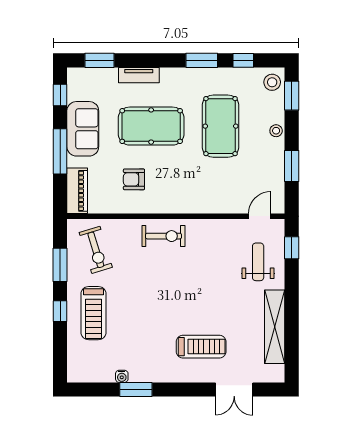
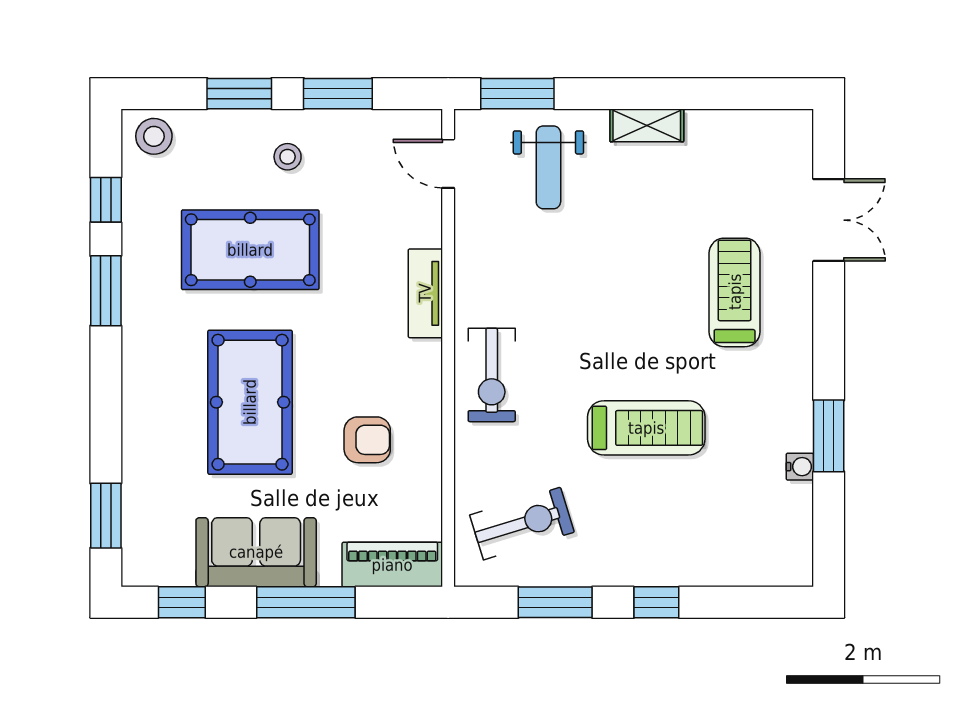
tv unit: (139, 75) -> (425, 293), moved, turned 180
window: (292, 96) -> (239, 94), moved
stool: (276, 131) -> (288, 157), moved
armchair: (134, 179) -> (367, 440), turned -90
exercise bike: (164, 236) -> (492, 375), turned 180
window: (292, 248) -> (517, 94), width x1.50
weight bench: (258, 262) -> (548, 167), turned -90
treadmill: (93, 313) -> (646, 428), moved
shelving: (275, 327) -> (647, 125), width x0.45, depth x0.75

